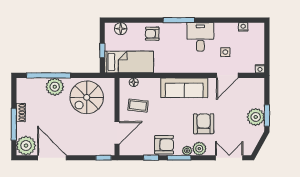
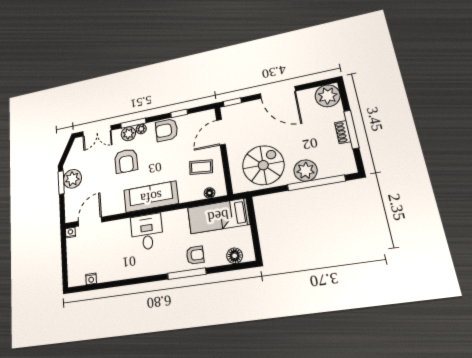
window: (179, 20) -> (187, 274), moved
desk: (200, 37) -> (147, 232), moved, turned 180
window: (102, 50) -> (253, 225), removed
side table: (225, 52) -> (109, 246), removed
door: (227, 75) -> (90, 222), moved
window: (14, 124) -> (351, 129), moved
door: (52, 158) -> (278, 92), moved
window: (179, 158) -> (133, 123), moved

